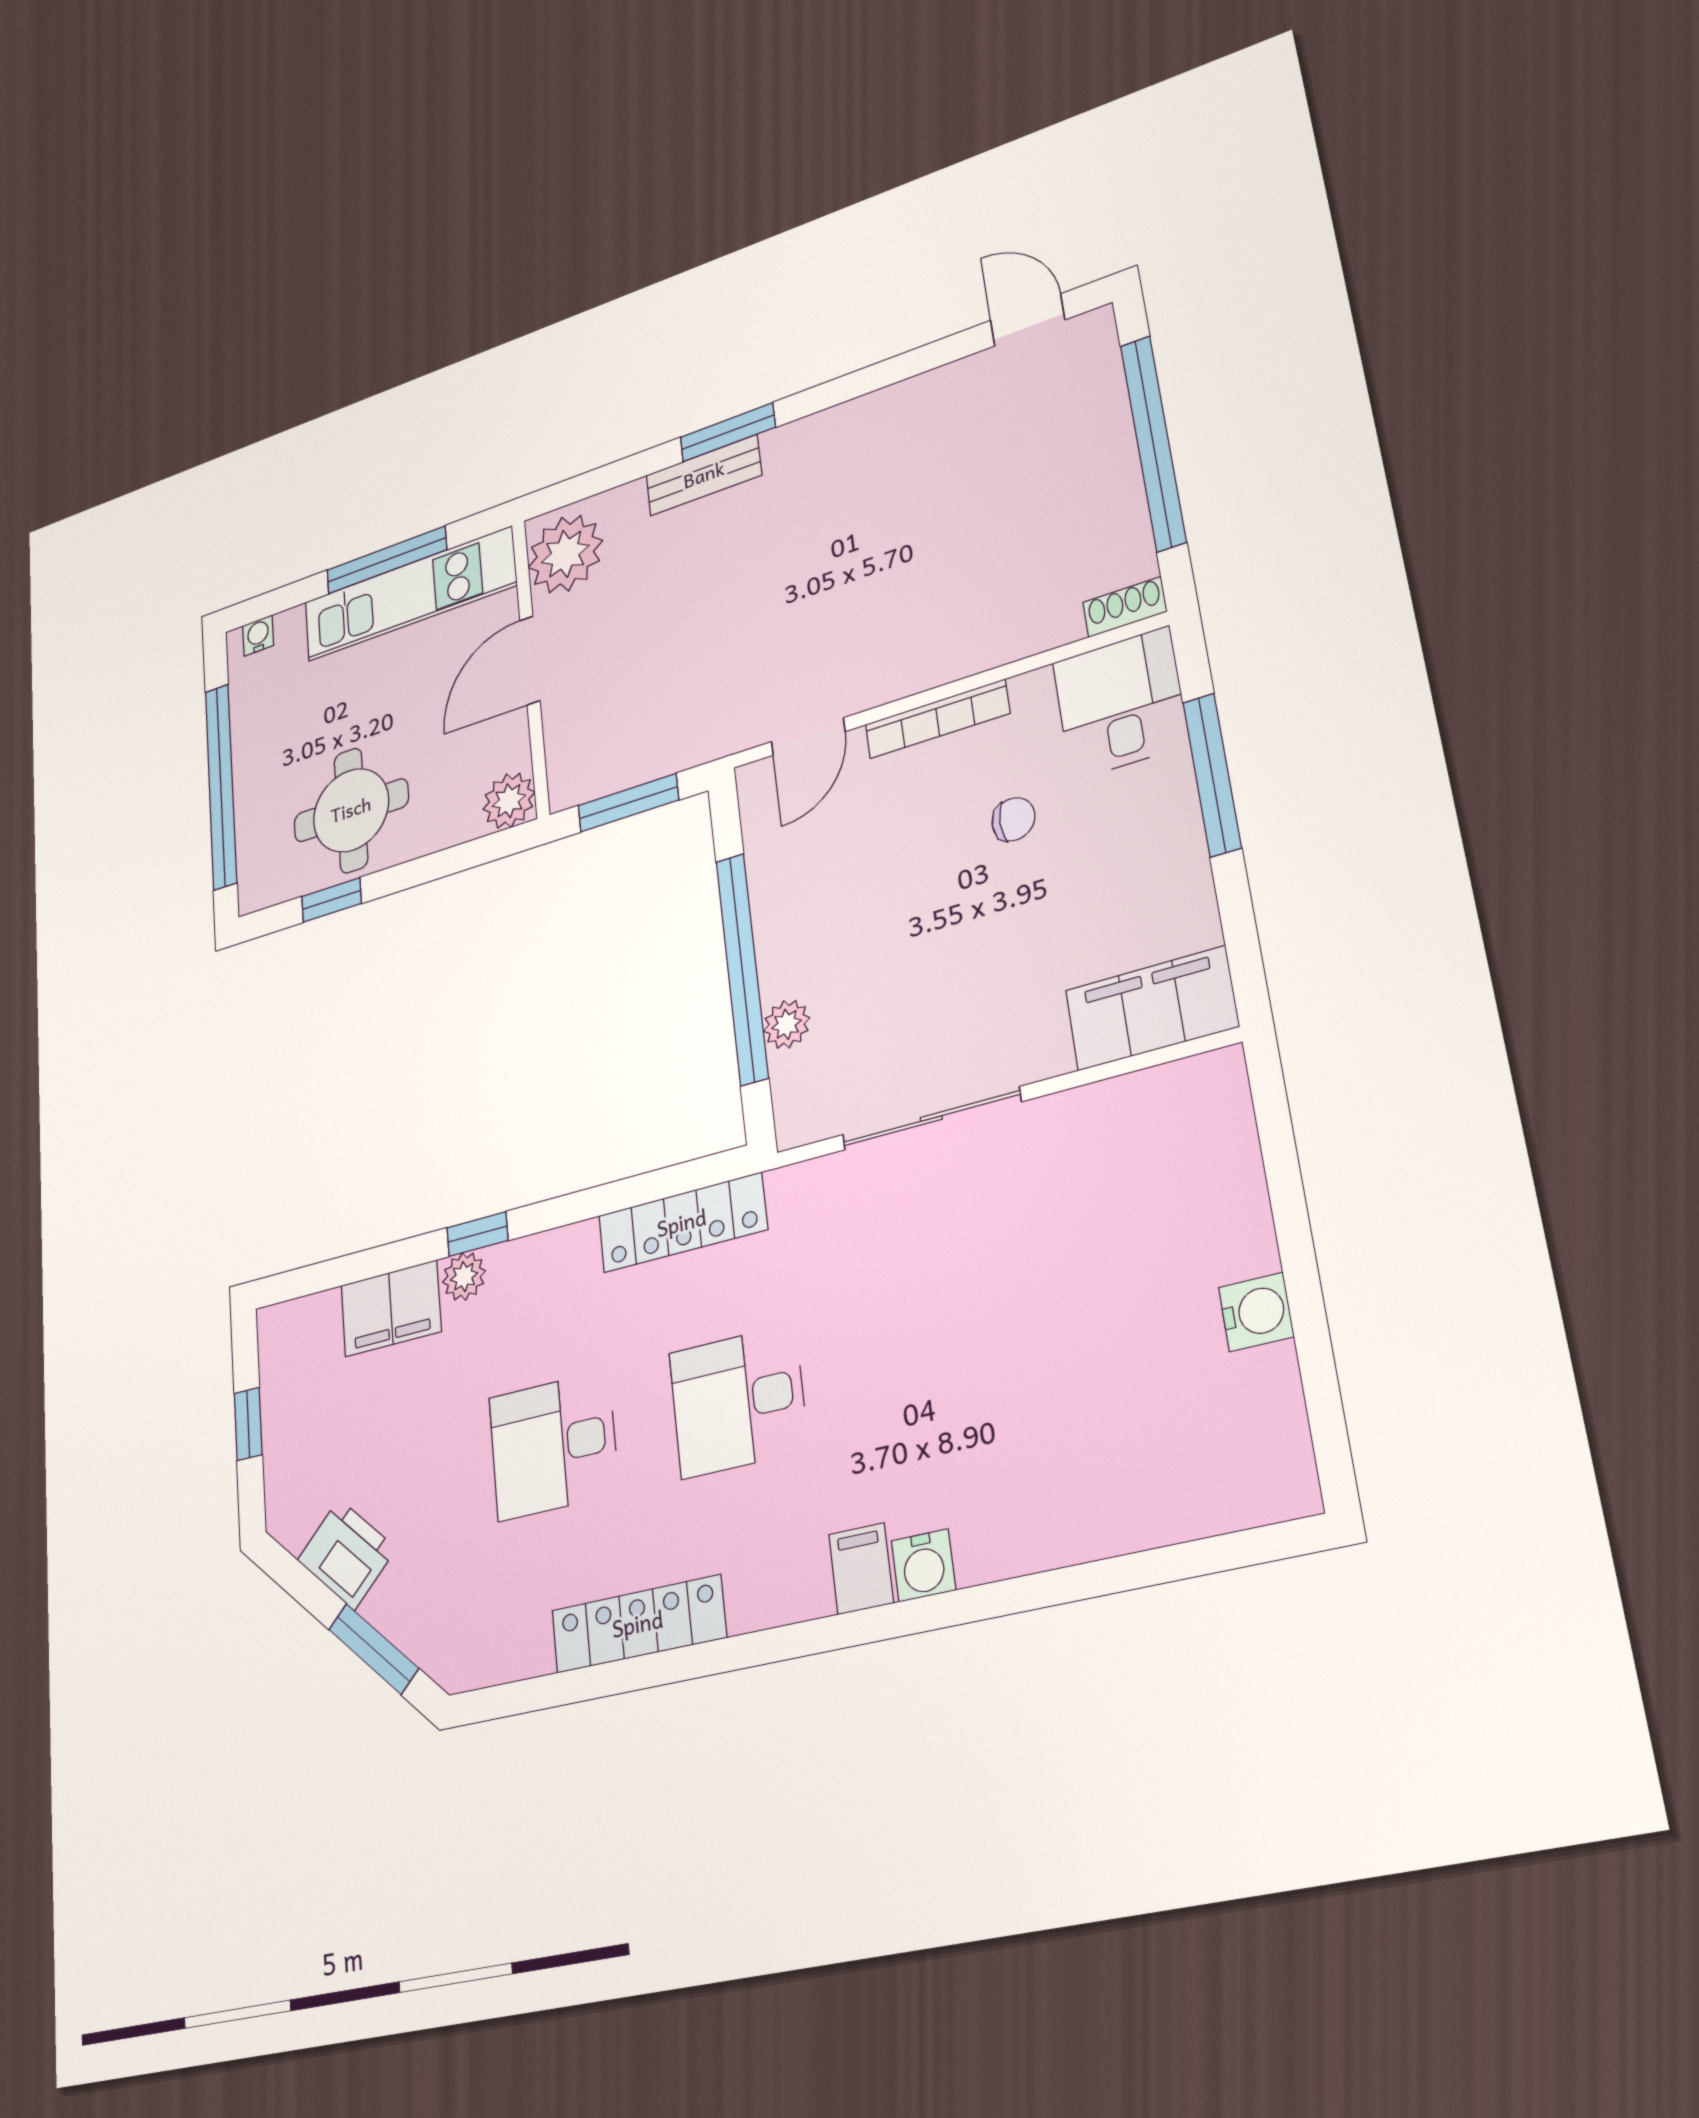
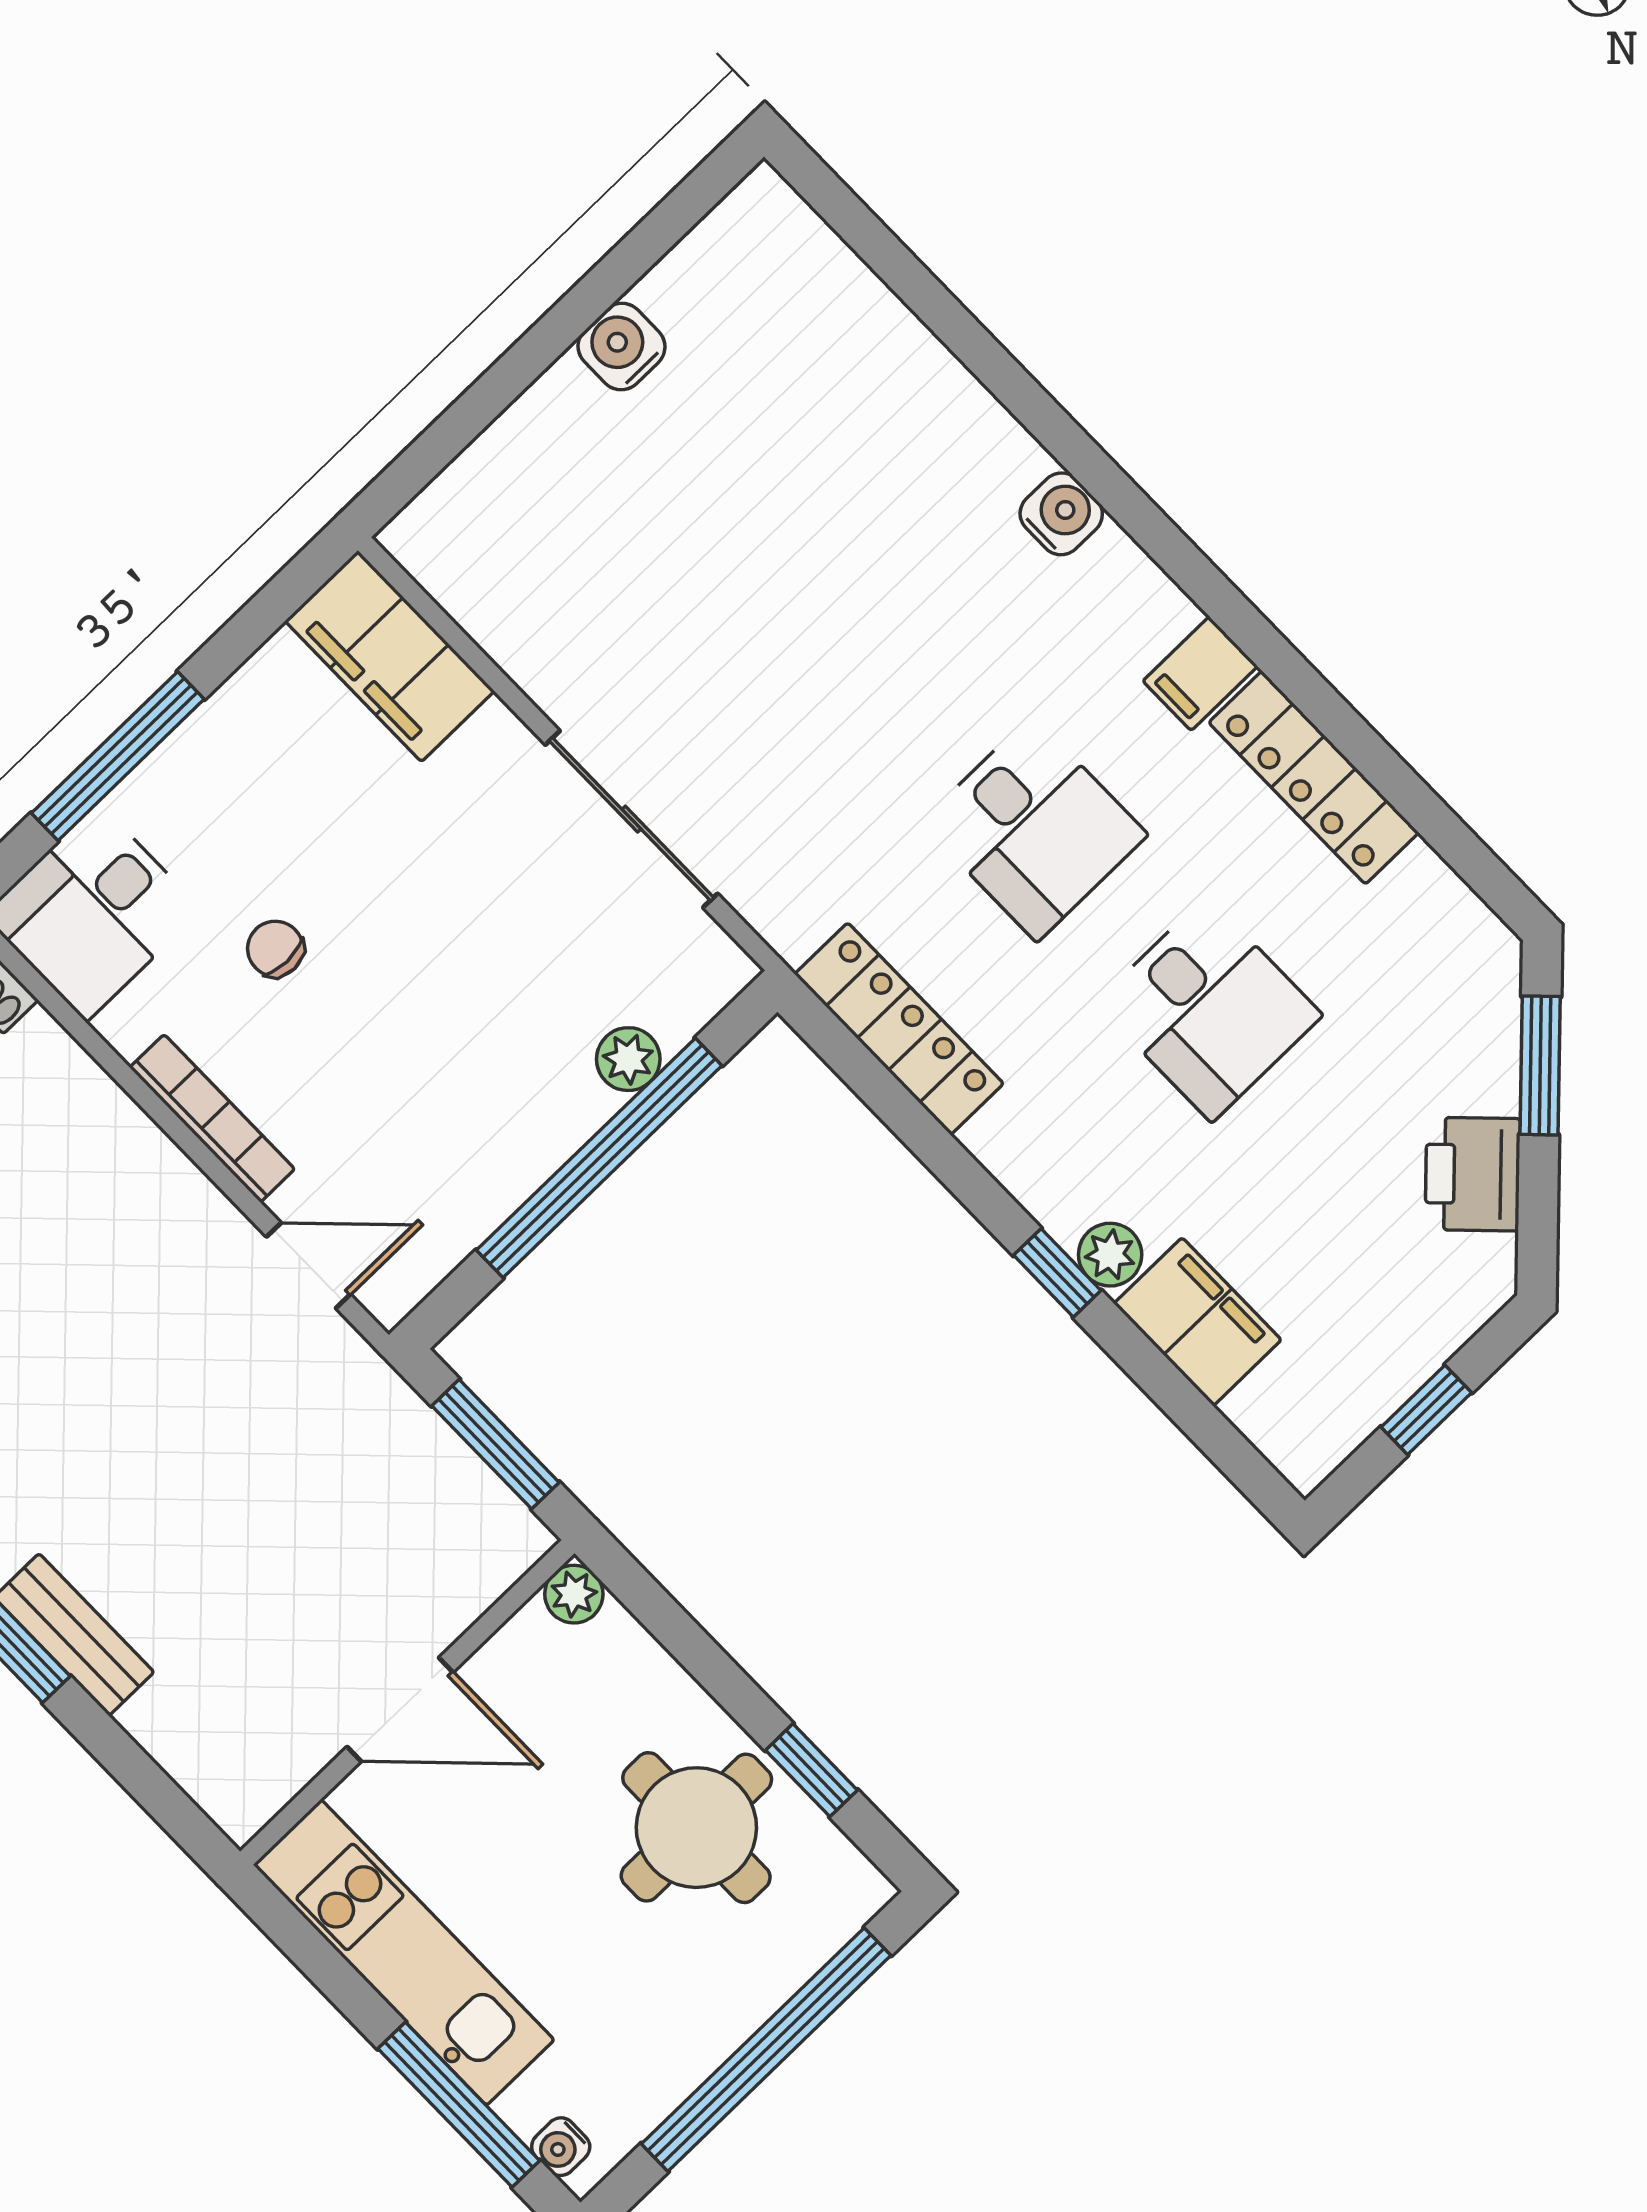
plant: (565, 554) -> (253, 1759), removed
window: (387, 560) -> (459, 2105), moved
plant: (509, 801) -> (574, 1594), width x0.73, depth x0.73
filing cabinet: (861, 1569) -> (1200, 674), moved

